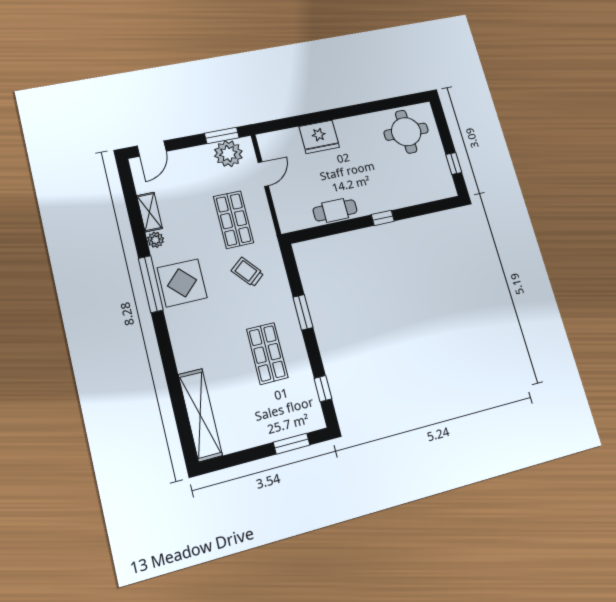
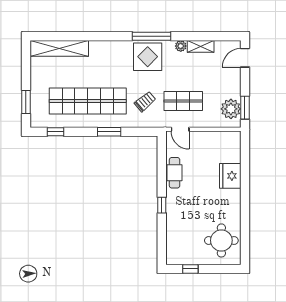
door: (152, 149) -> (245, 58), hinge flipped
door: (263, 174) -> (180, 129), moved
shop shelf: (267, 353) -> (88, 101), width x2.00, depth x1.36

